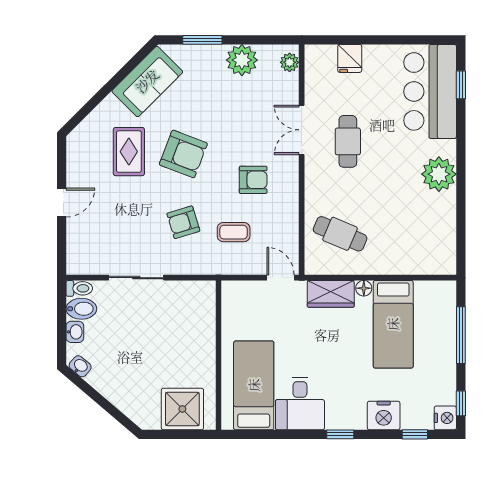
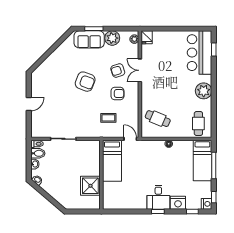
fridge: (350, 58) -> (147, 37), moved
sofa: (147, 81) -> (89, 39), moved, turned 45
cafe table: (348, 141) -> (198, 123), moved
rug: (129, 152) -> (60, 80), removed
armchair: (183, 222) -> (118, 70), moved
wardrobe: (331, 294) -> (153, 146), removed
bed: (393, 324) -> (202, 160), moved
bed: (254, 385) -> (112, 161), moved, turned 180
desk: (300, 404) -> (158, 197), moved
shower: (182, 409) -> (90, 186), moved

